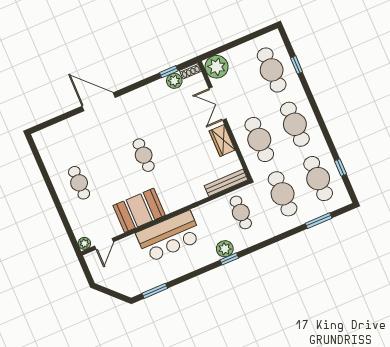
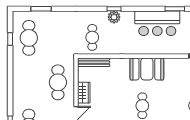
cafe table: (295, 124) -> (29, 82), removed
cafe table: (283, 194) -> (58, 38), removed
booth: (139, 210) -> (147, 69), moved
bar counter: (169, 236) -> (157, 23), moved, turned 180

